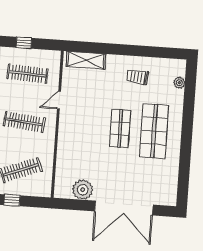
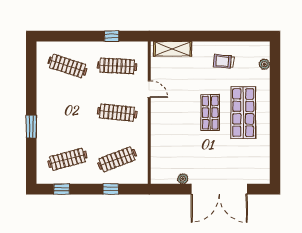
door: (59, 100) -> (149, 89), swing flipped
plant: (83, 190) -> (183, 179), width x0.53, depth x0.53

